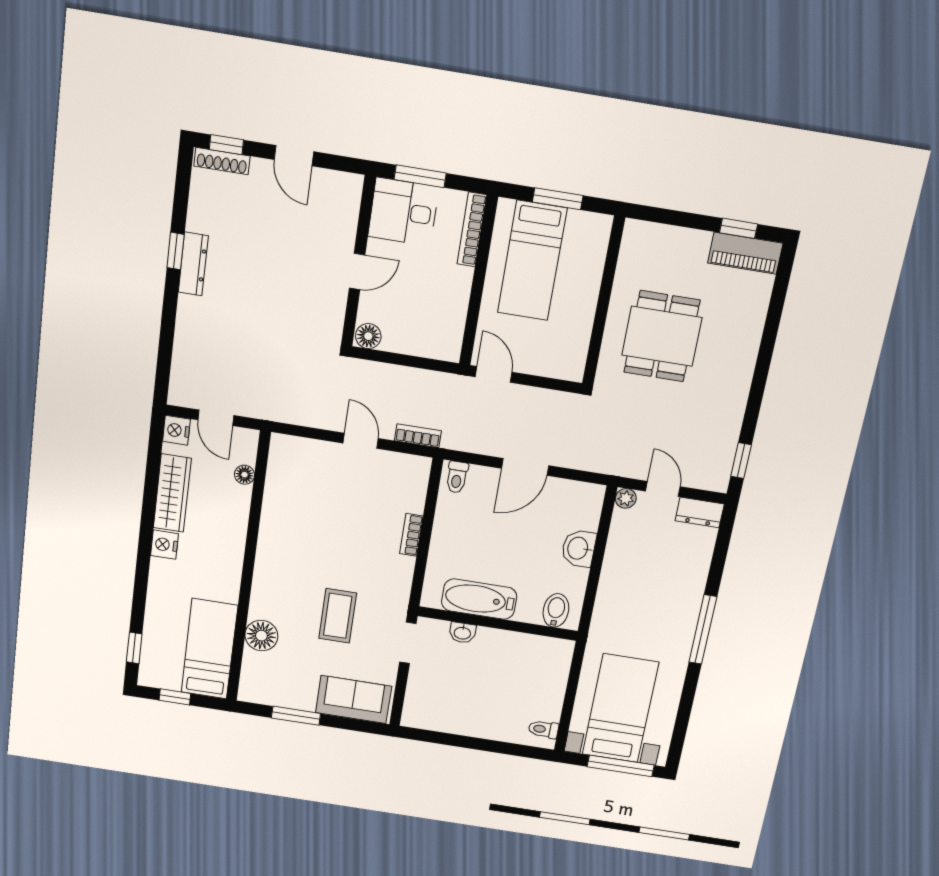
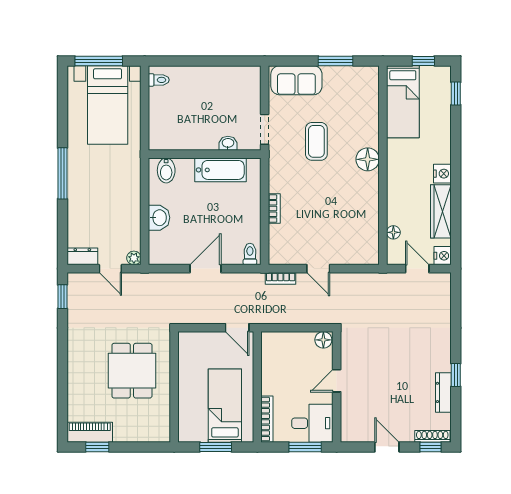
dresser: (193, 264) -> (443, 392), moved
floor lamp: (261, 636) -> (368, 159), moved

